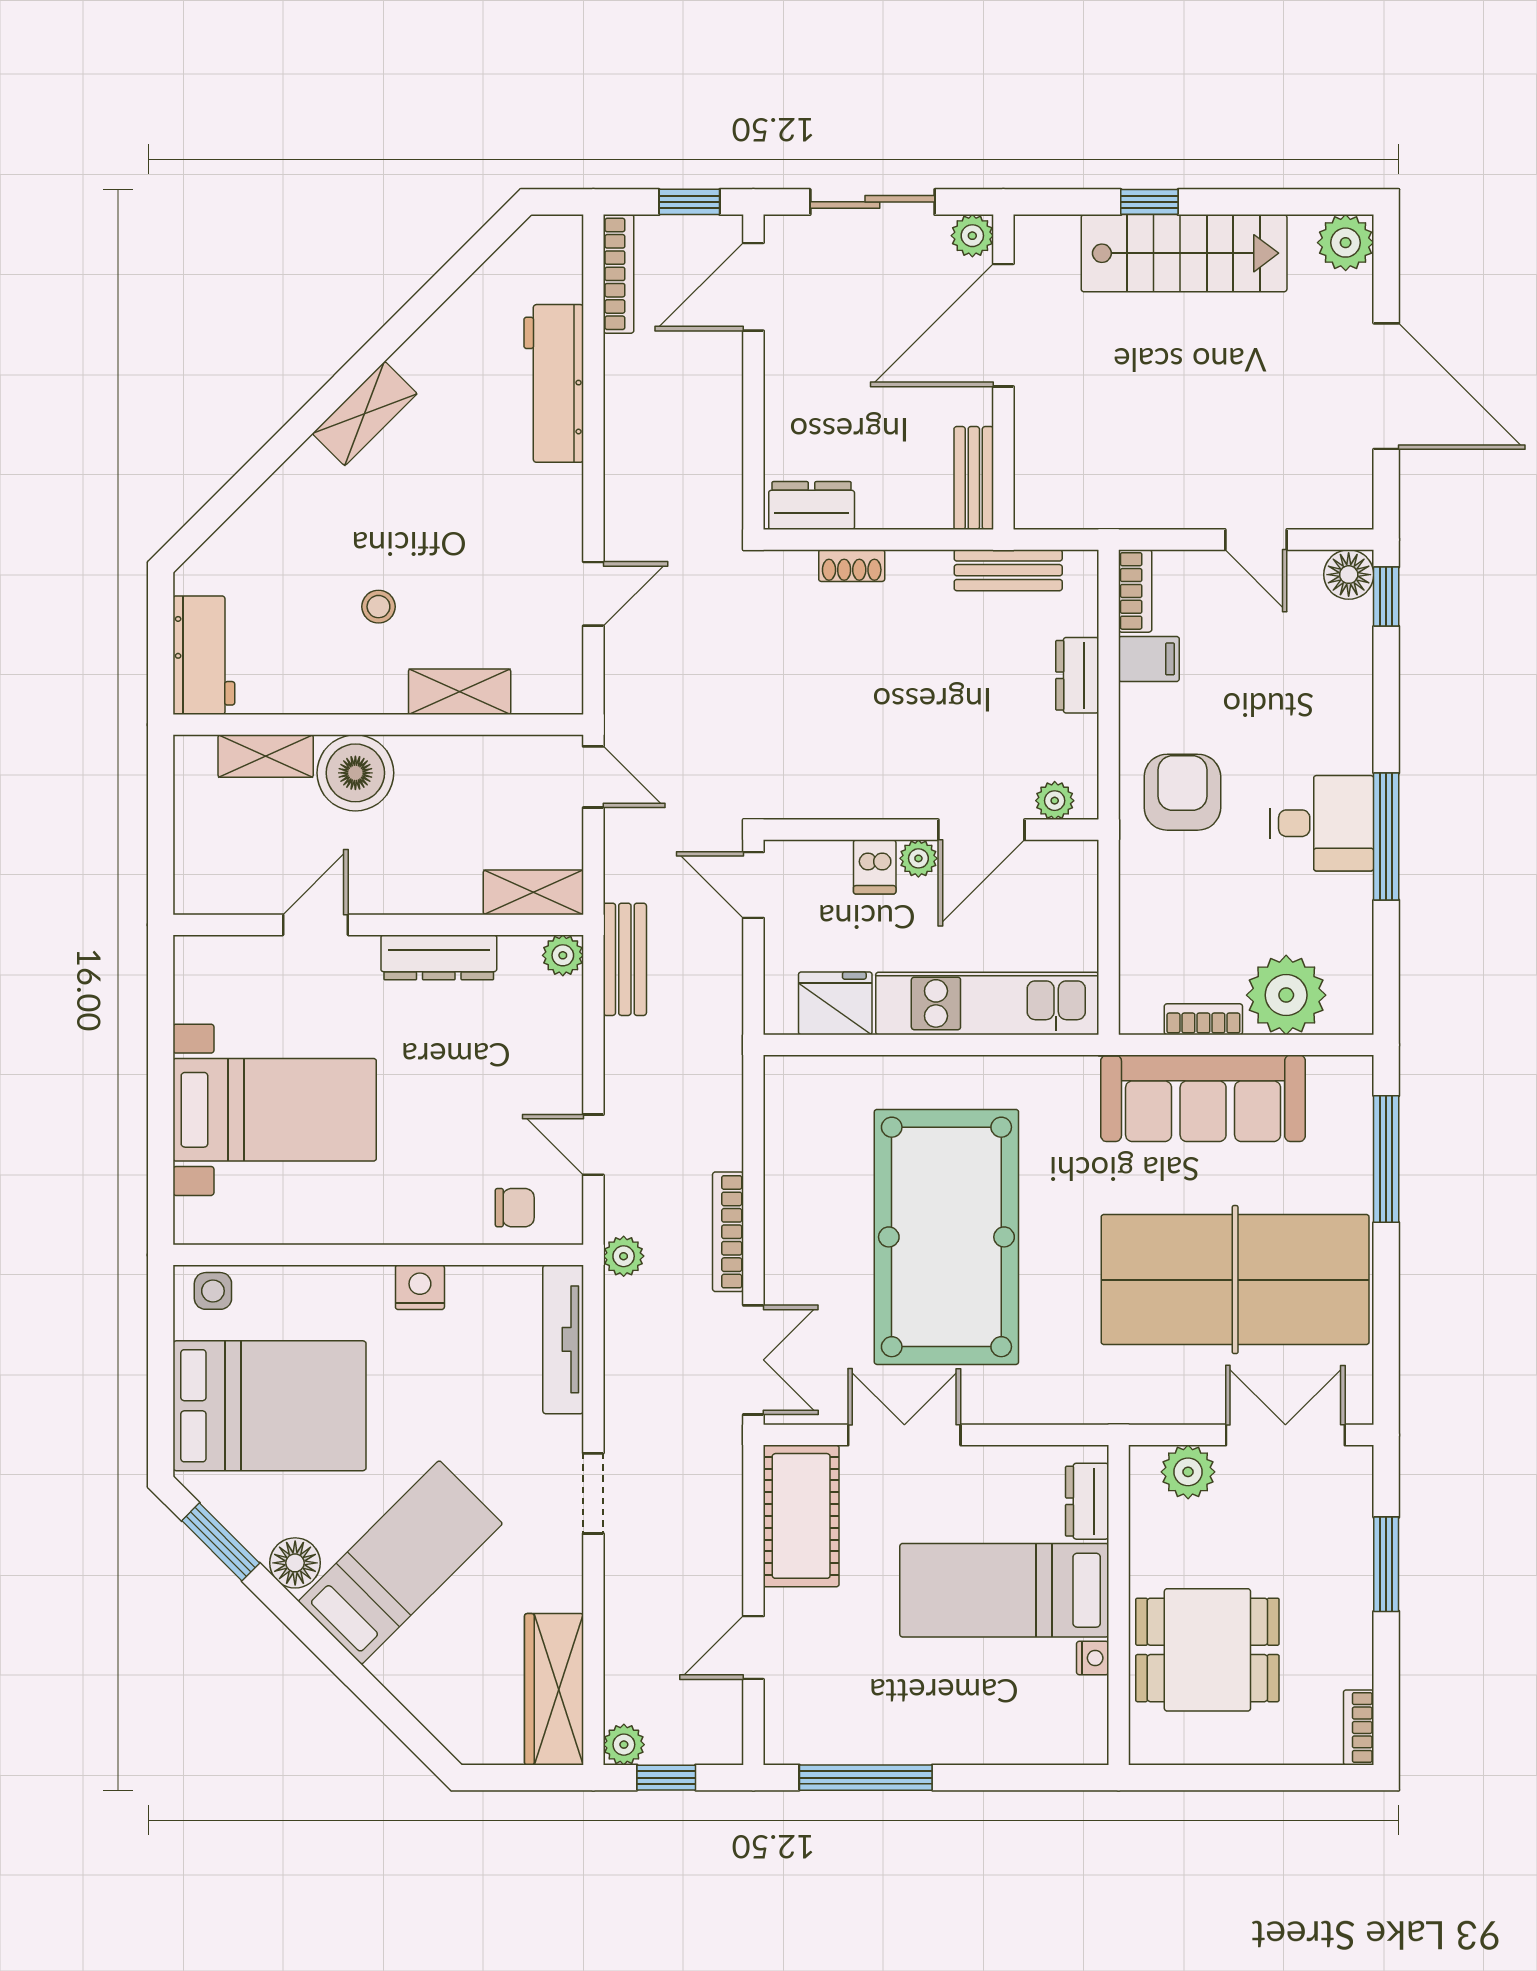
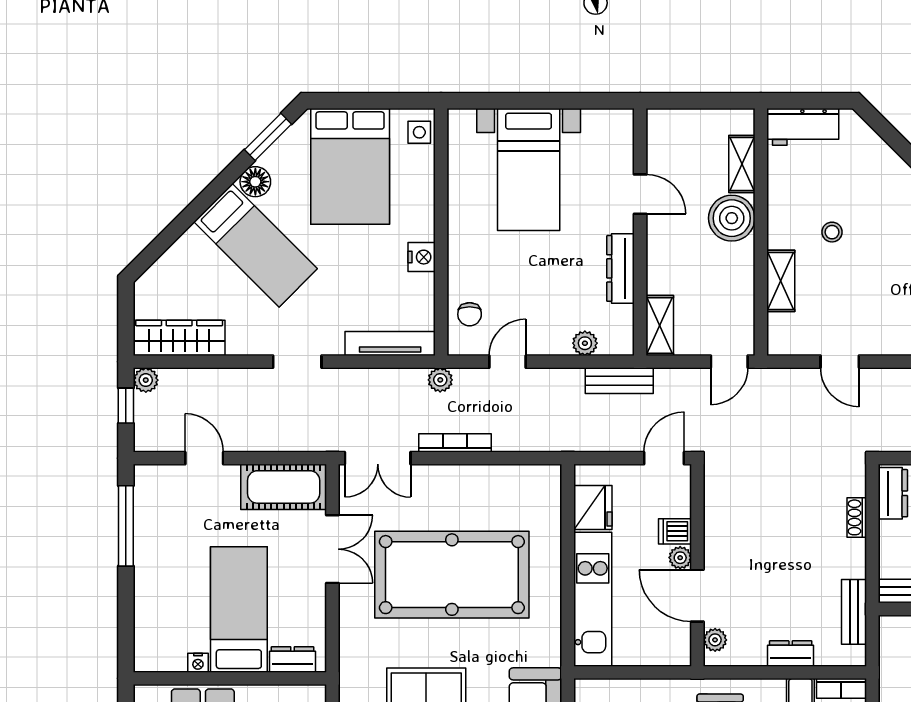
plant: (563, 955) -> (585, 343), moved

